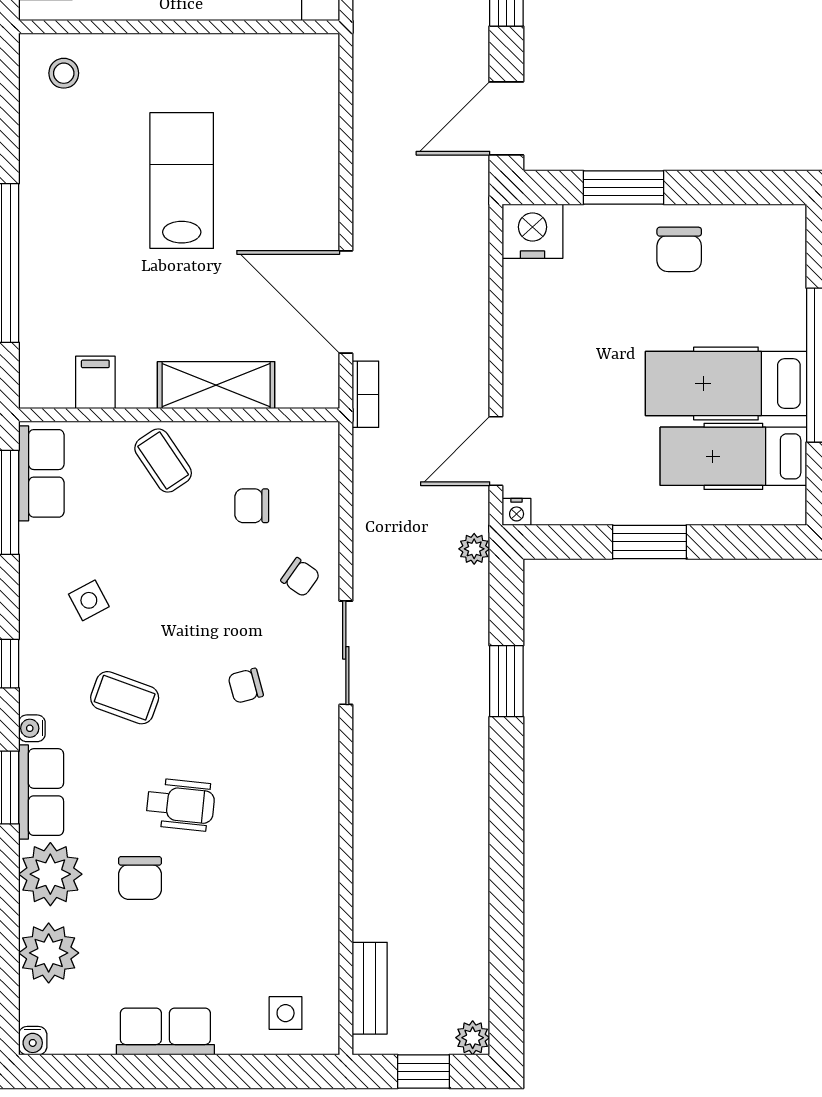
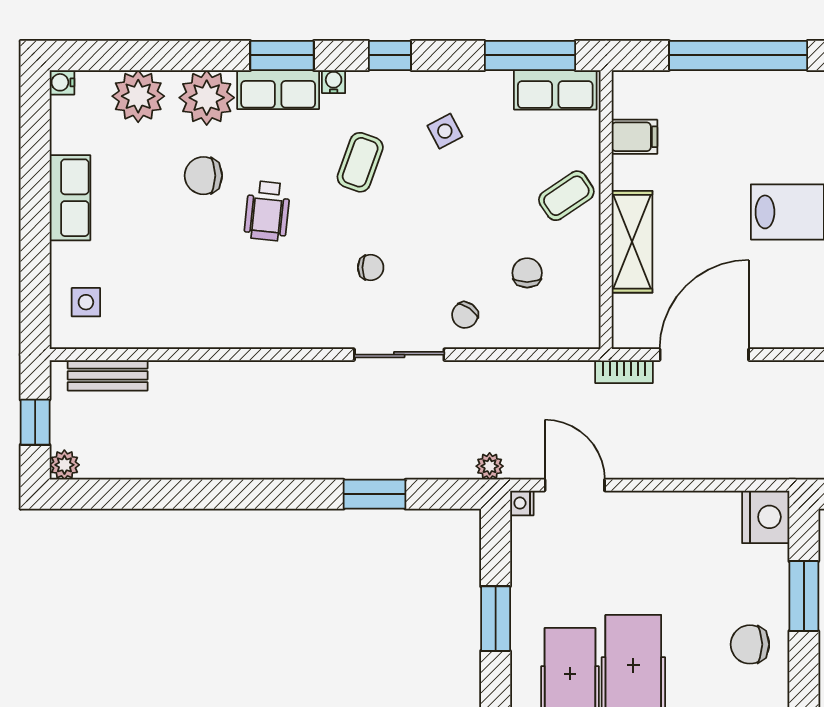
chair: (246, 686) -> (371, 267), turned 105

